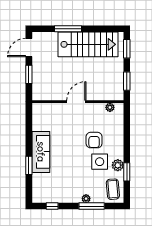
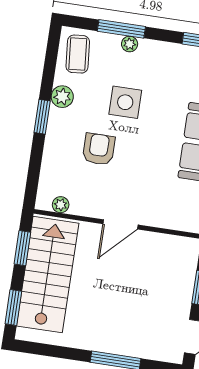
stairs: (88, 44) -> (48, 275), moved, turned 90
side table: (100, 162) -> (125, 102), moved
window: (127, 172) -> (42, 117), moved

